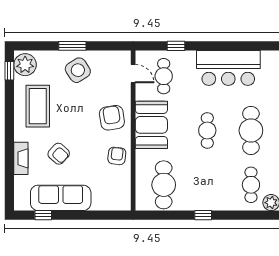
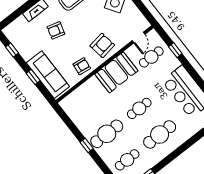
armchair: (59, 154) -> (56, 30), turned 64
cafe table: (164, 185) -> (107, 134), moved
sofa: (61, 198) -> (48, 75), moved
window: (89, 215) -> (33, 77), added

